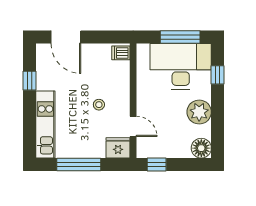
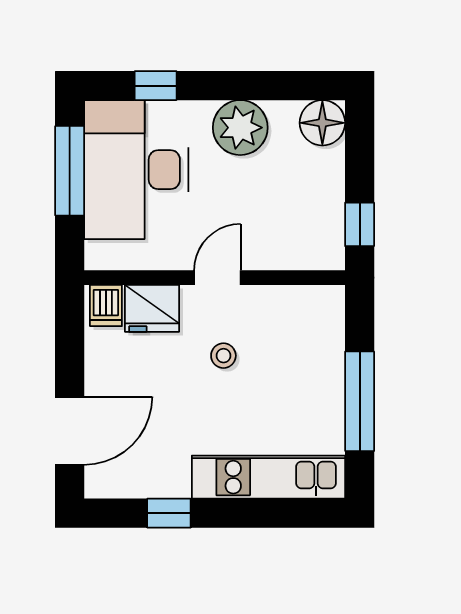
door: (133, 126) -> (217, 278), moved
fridge: (118, 148) -> (152, 308), moved, turned -90

